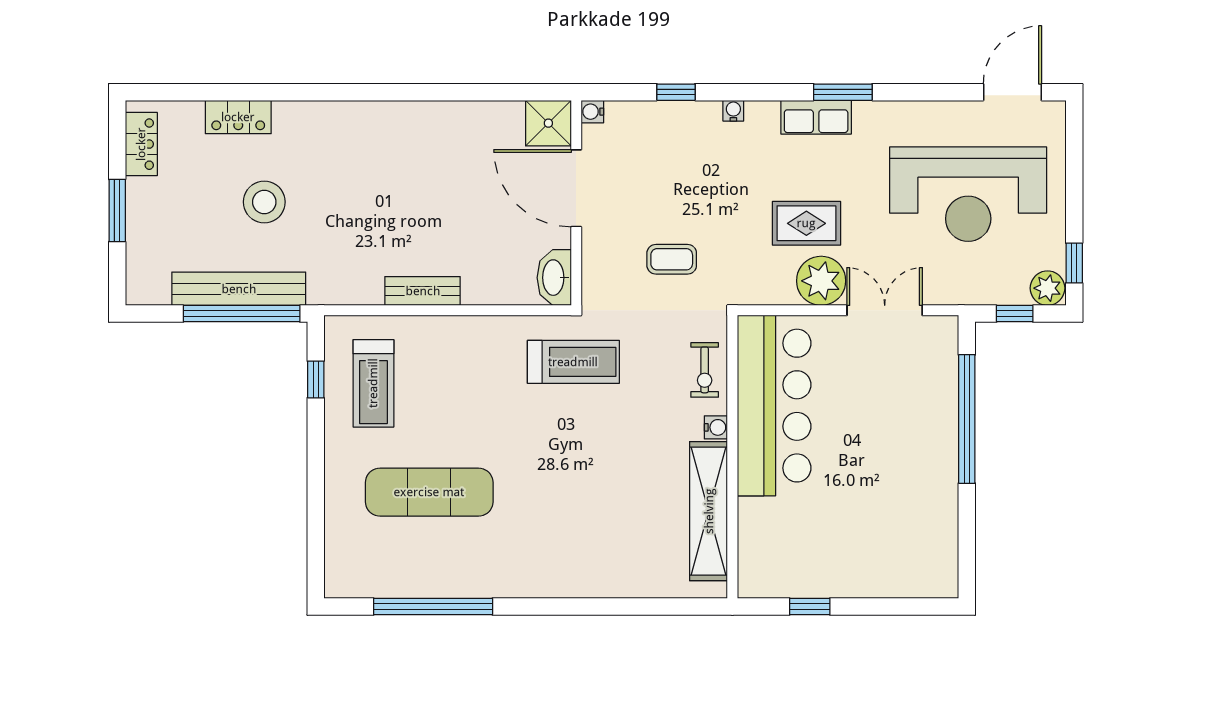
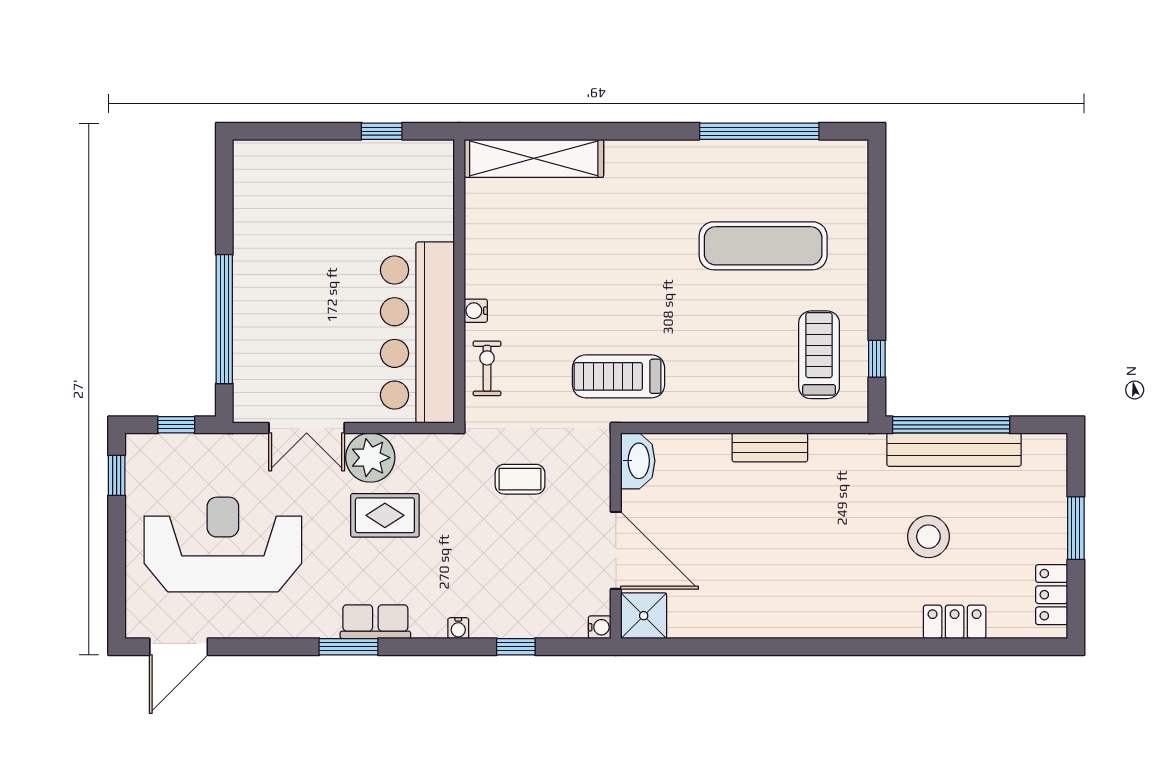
plant: (1047, 288) -> (143, 450), removed
shelving: (709, 511) -> (534, 158), moved, turned 90

